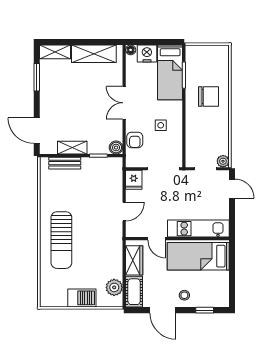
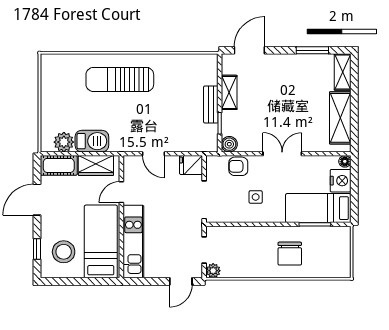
bench: (65, 163) -> (211, 104), moved
stool: (184, 295) -> (64, 252), moved, width x1.89, depth x1.89
barbecue: (82, 298) -> (92, 141), moved, turned -90

